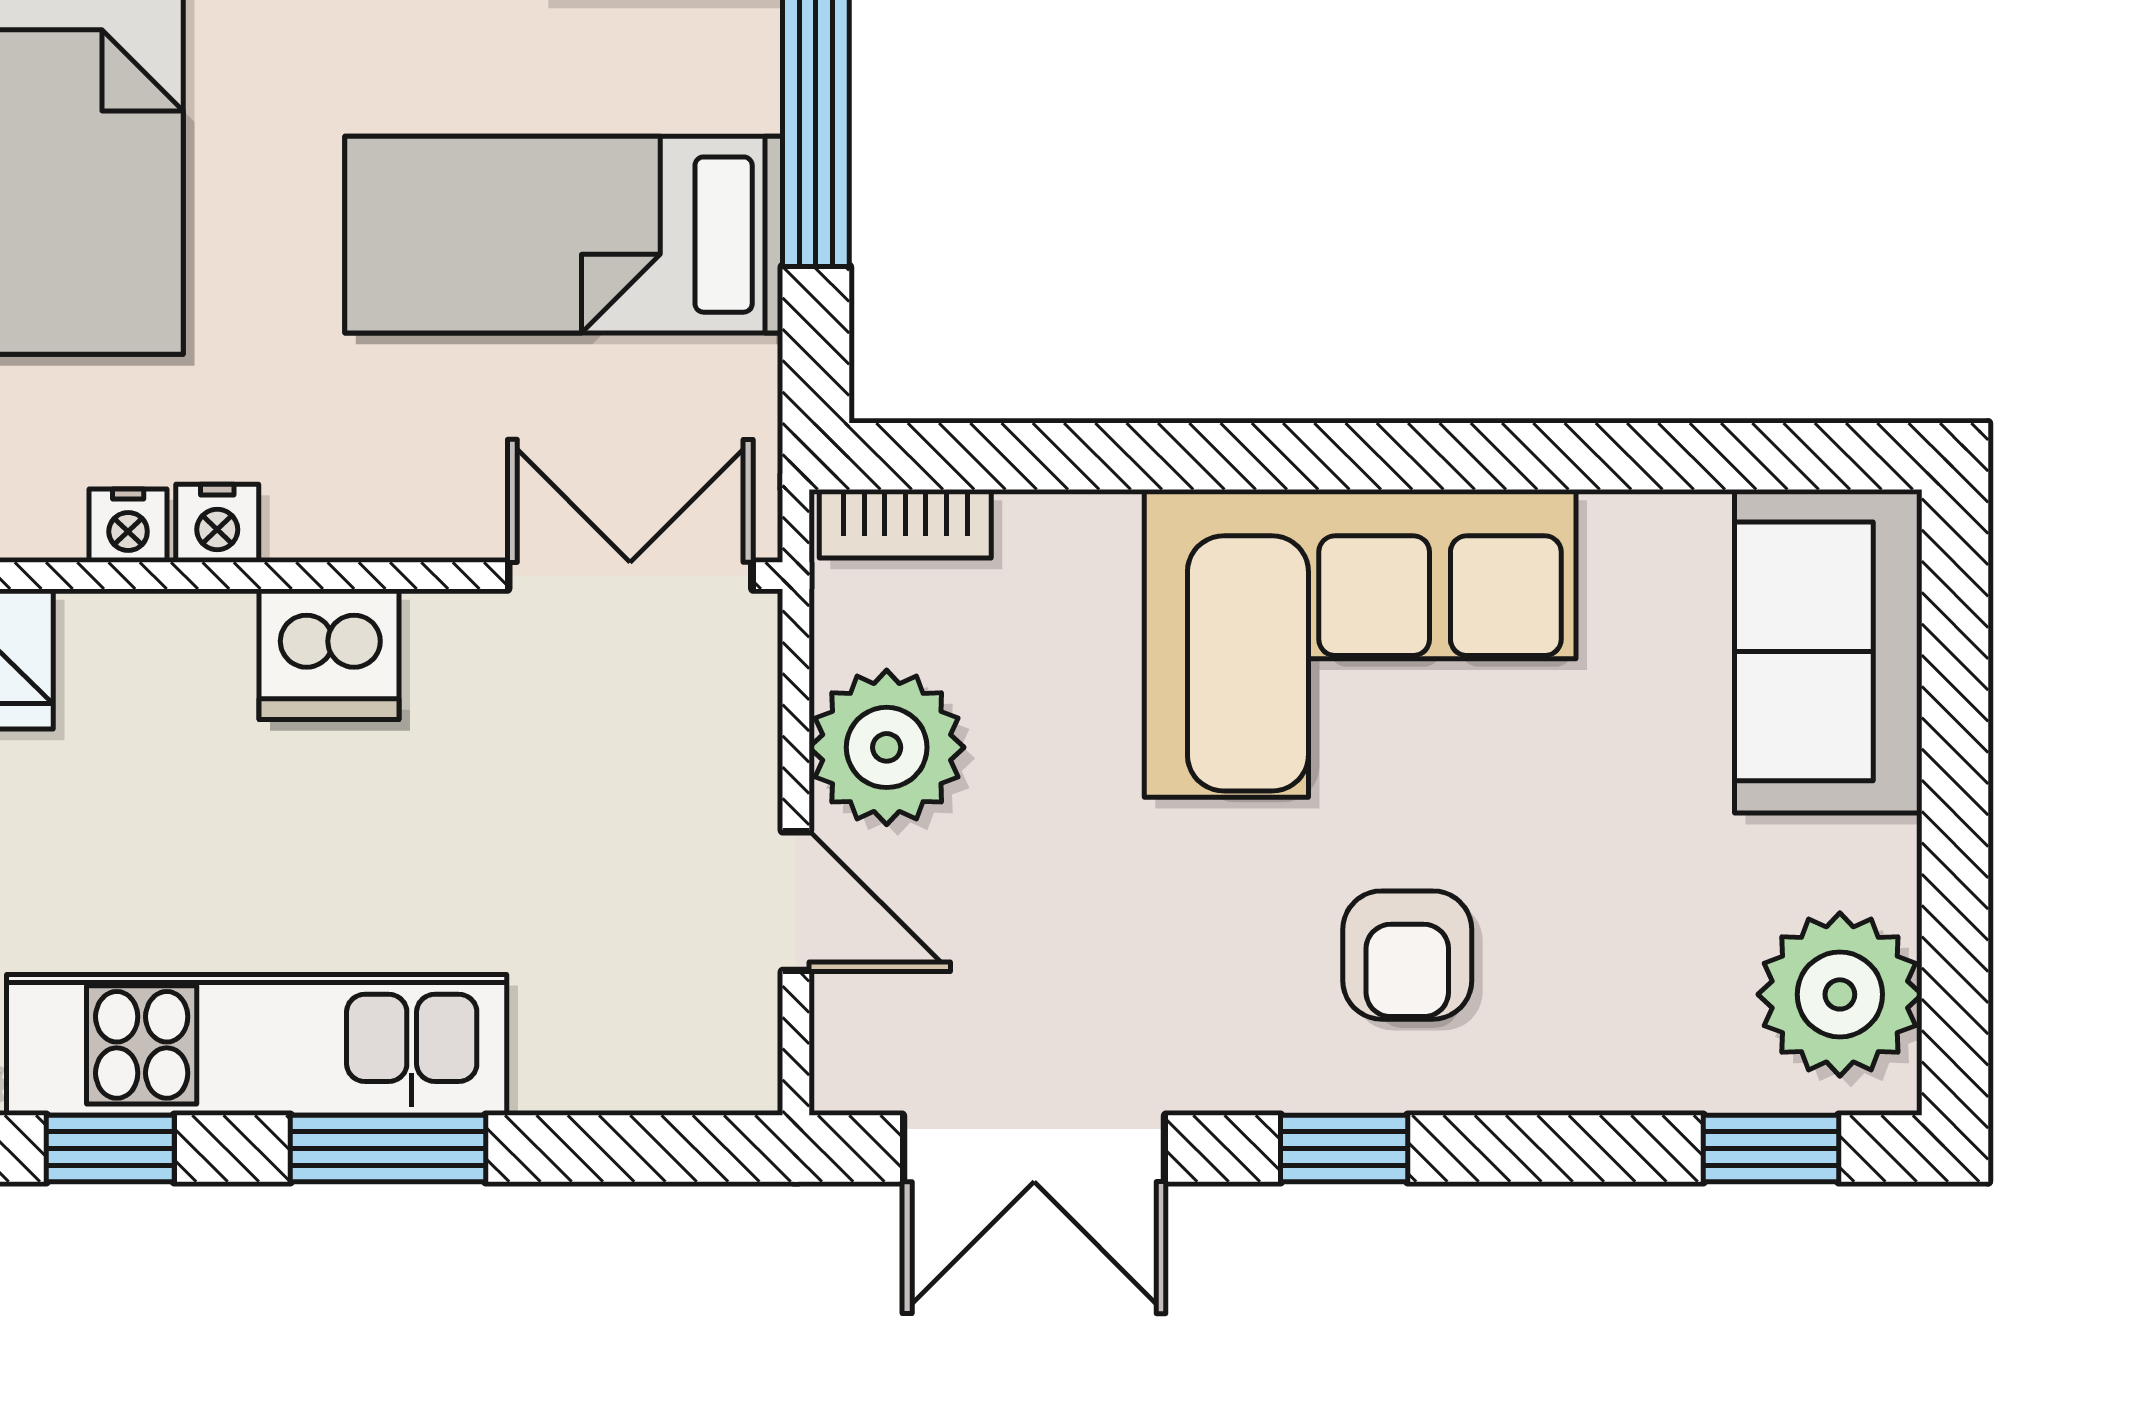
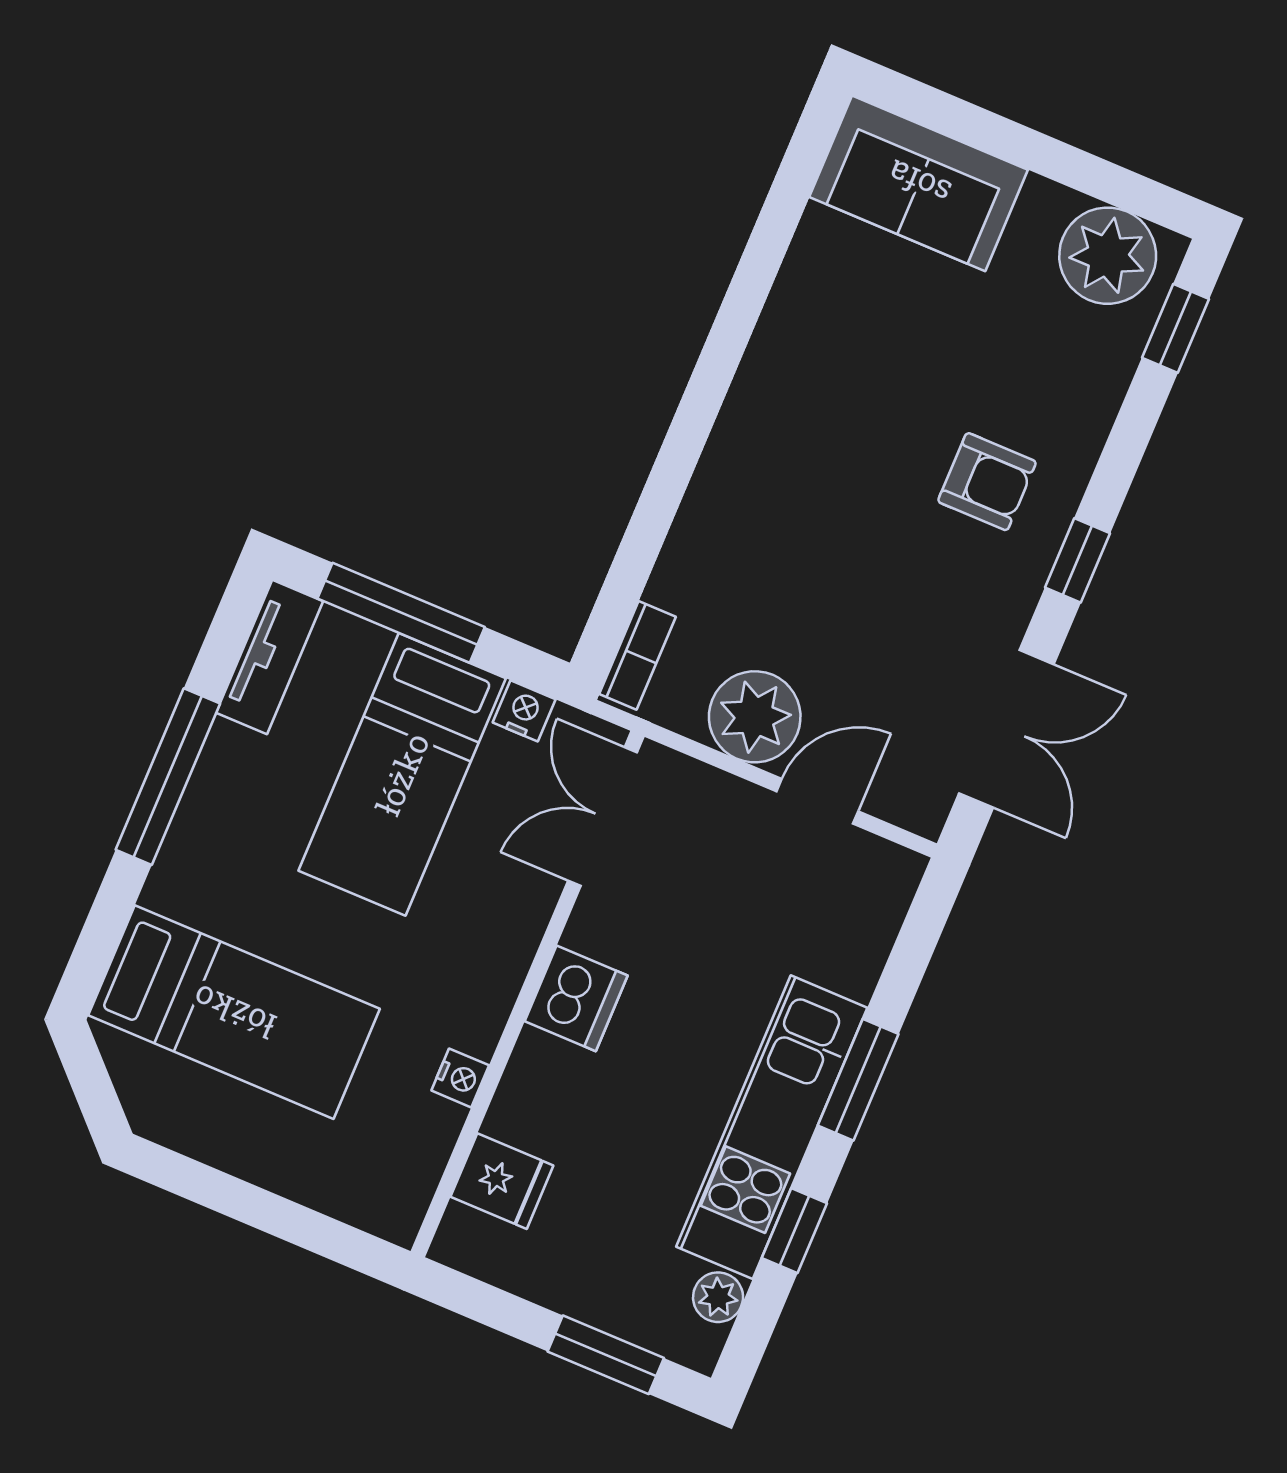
nightstand: (217, 523) -> (524, 711), moved, turned -90
corner sofa: (1360, 643) -> (807, 436), removed

